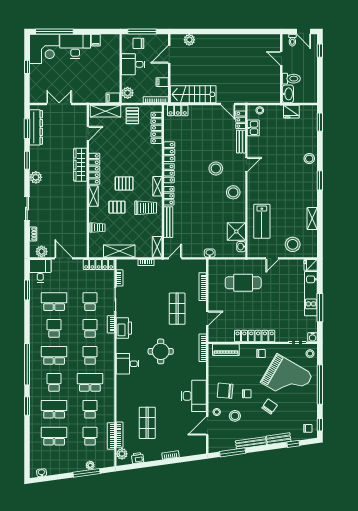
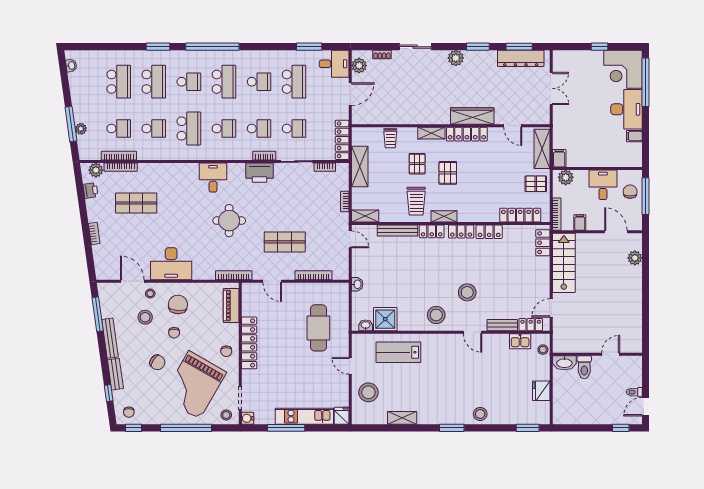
door: (281, 58) -> (611, 354), moved
wall: (281, 69) -> (597, 354), moved
toilet: (291, 79) -> (584, 367), moved
washbasin: (288, 94) -> (564, 363), moved

